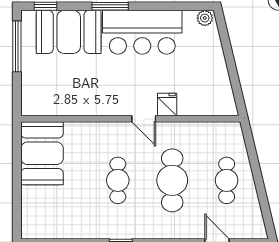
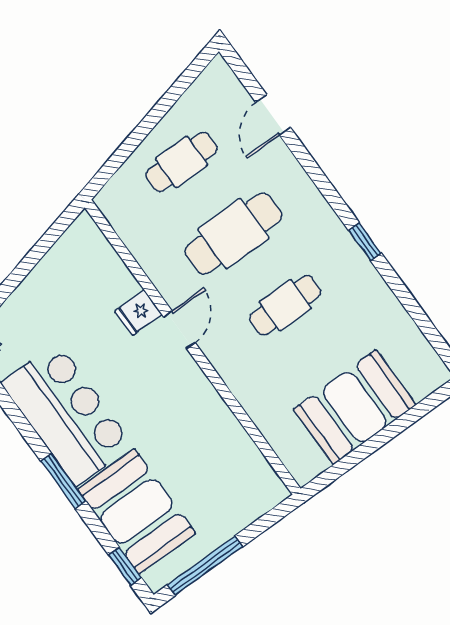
booth: (42, 153) -> (355, 407), moved

